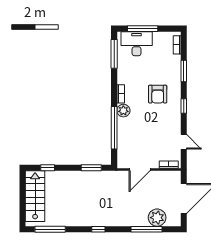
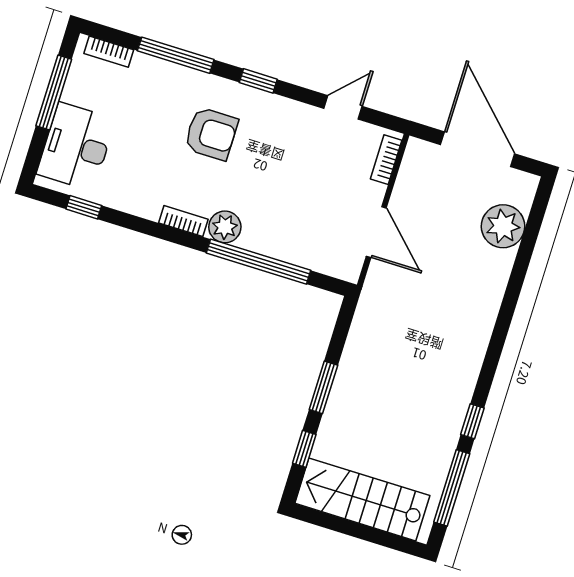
window: (143, 29) -> (54, 92), moved
window: (114, 54) -> (84, 207), width x0.46
window: (184, 71) -> (176, 55), width x1.44
window: (91, 168) -> (323, 387), moved
window: (98, 229) -> (472, 421), moved
window: (147, 229) -> (523, 260), removed

